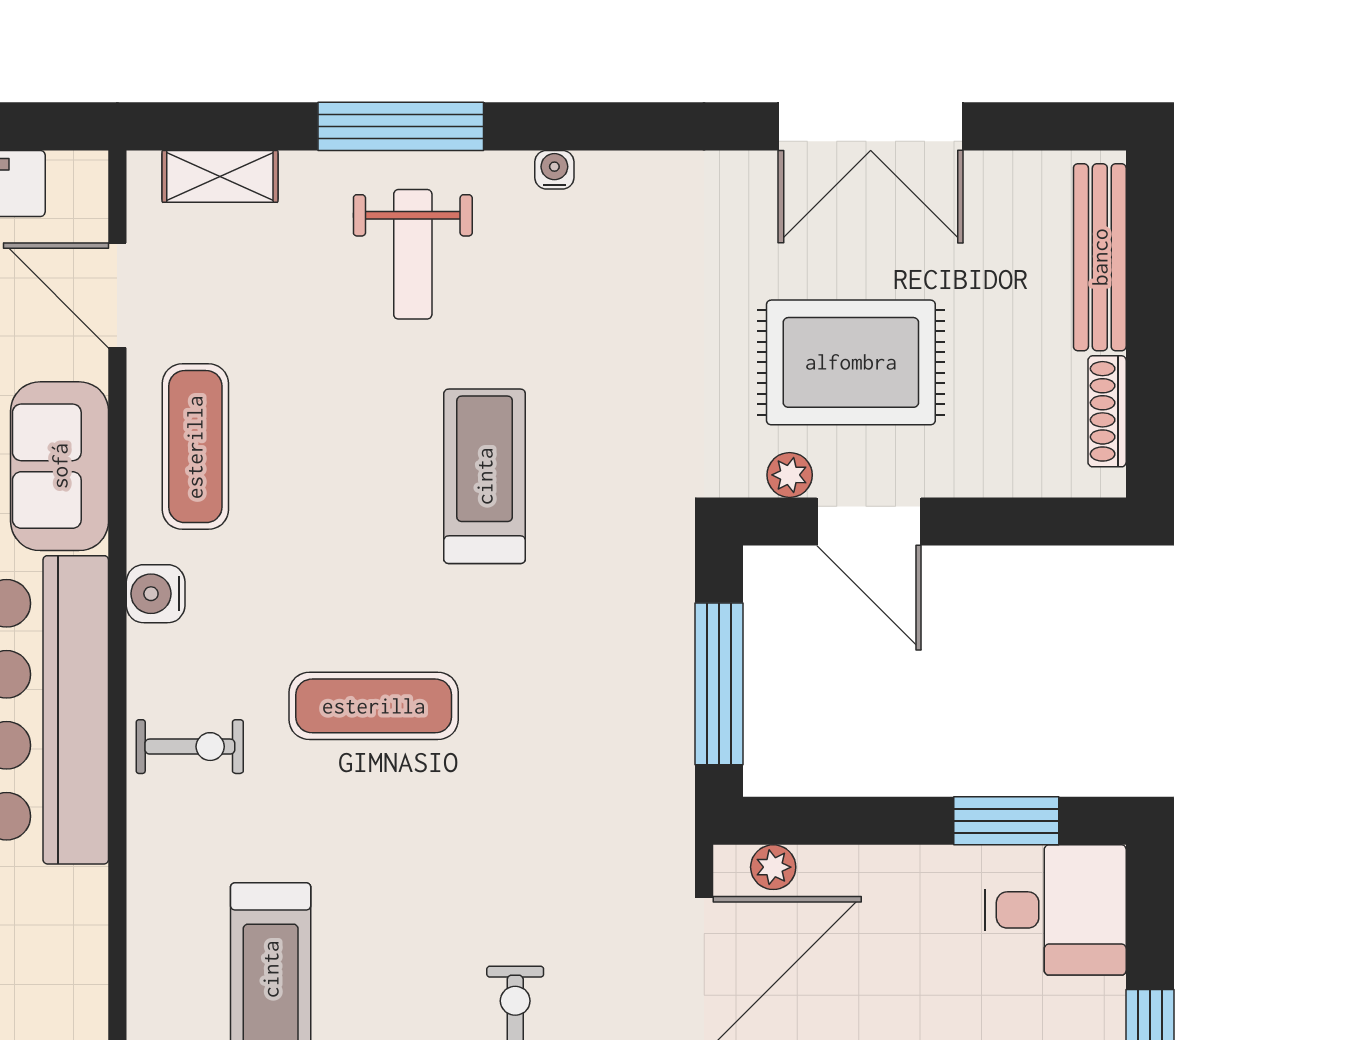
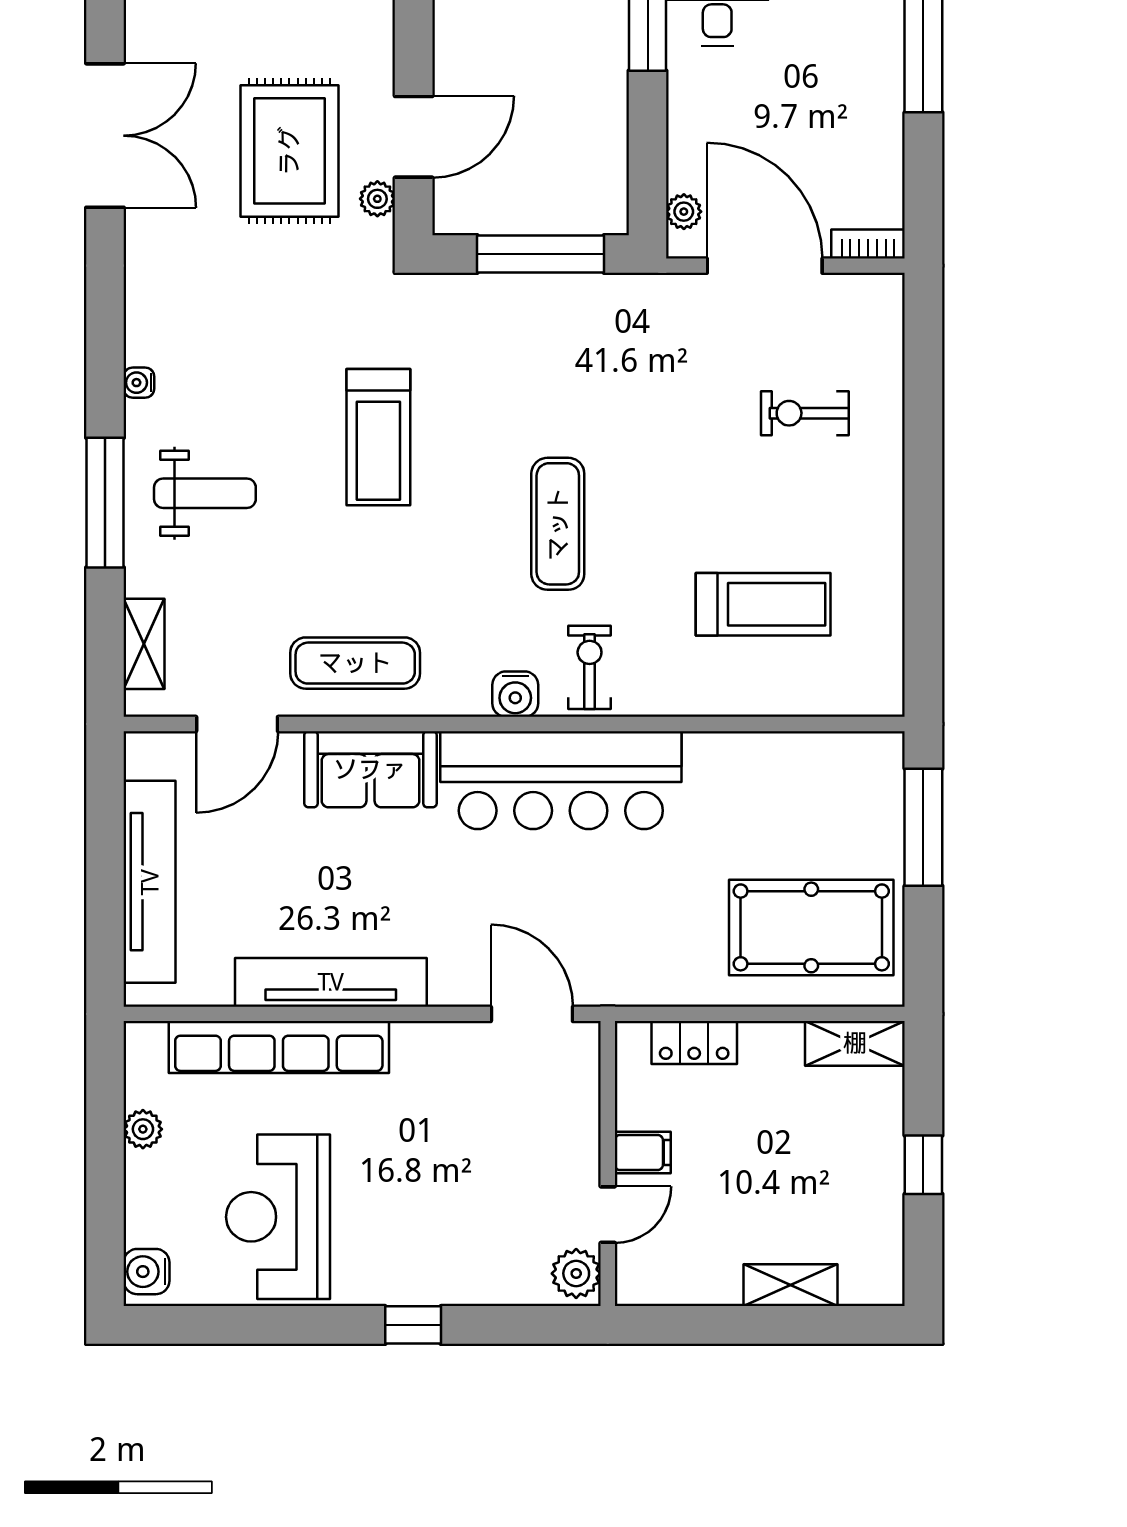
treadmill: (485, 476) -> (378, 437), turned -90
water cooler: (156, 594) -> (515, 694), moved

